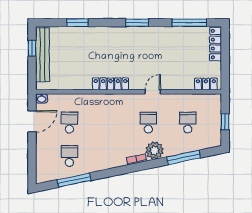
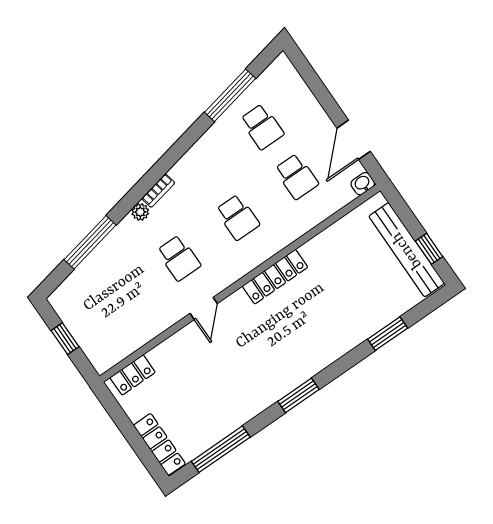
school desk: (188, 122) -> (238, 217), moved
plant: (155, 151) -> (140, 212), width x0.53, depth x0.53

